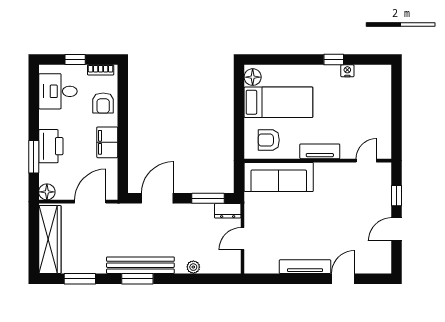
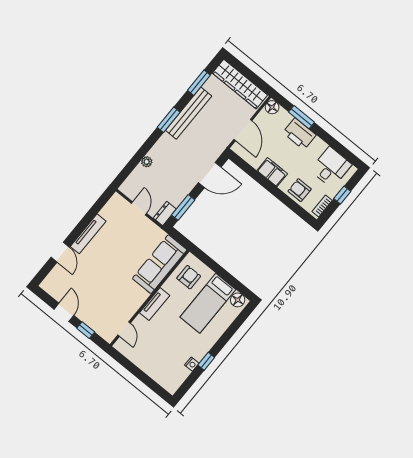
door: (157, 198) -> (210, 175), hinge flipped
bench: (140, 265) -> (189, 113), moved

